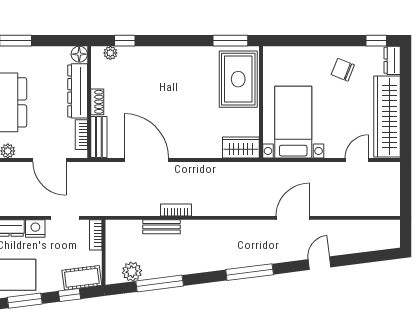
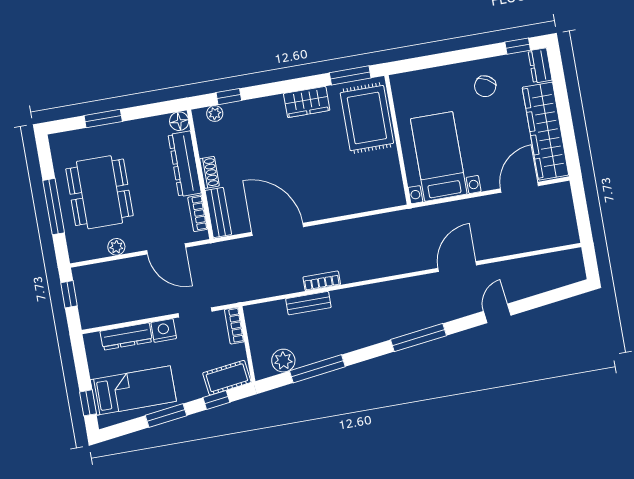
chair: (343, 70) -> (485, 86), turned -83
wardrobe: (241, 148) -> (307, 102), moved, turned 180
door: (357, 160) -> (519, 187), width x1.37

